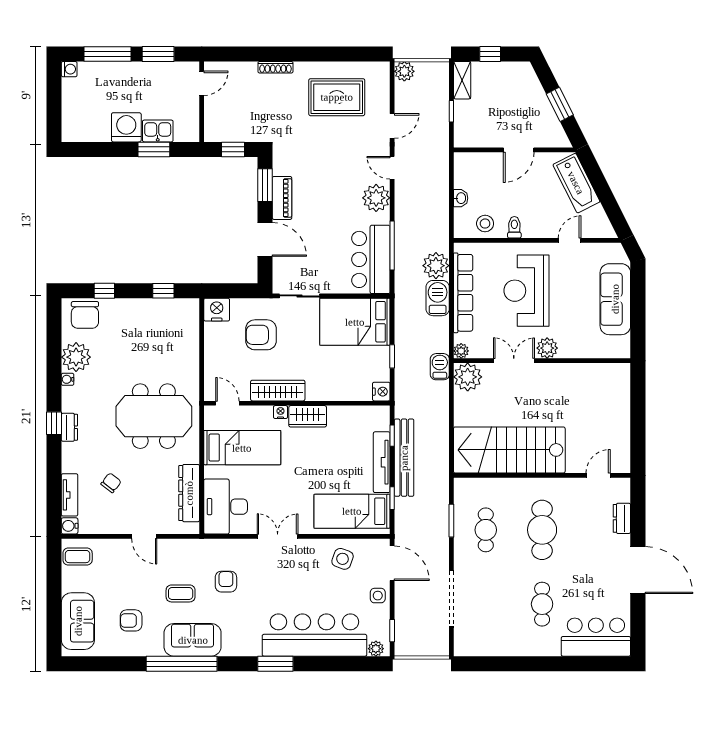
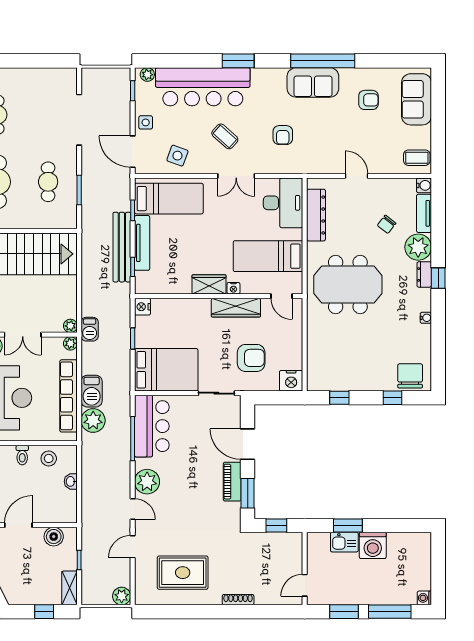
boiler: (480, 137) -> (54, 537), added
plant: (76, 357) -> (418, 247), moved
plant: (468, 377) -> (70, 326), width x0.53, depth x0.53
coffee table: (181, 593) -> (225, 136), moved, turned 42

